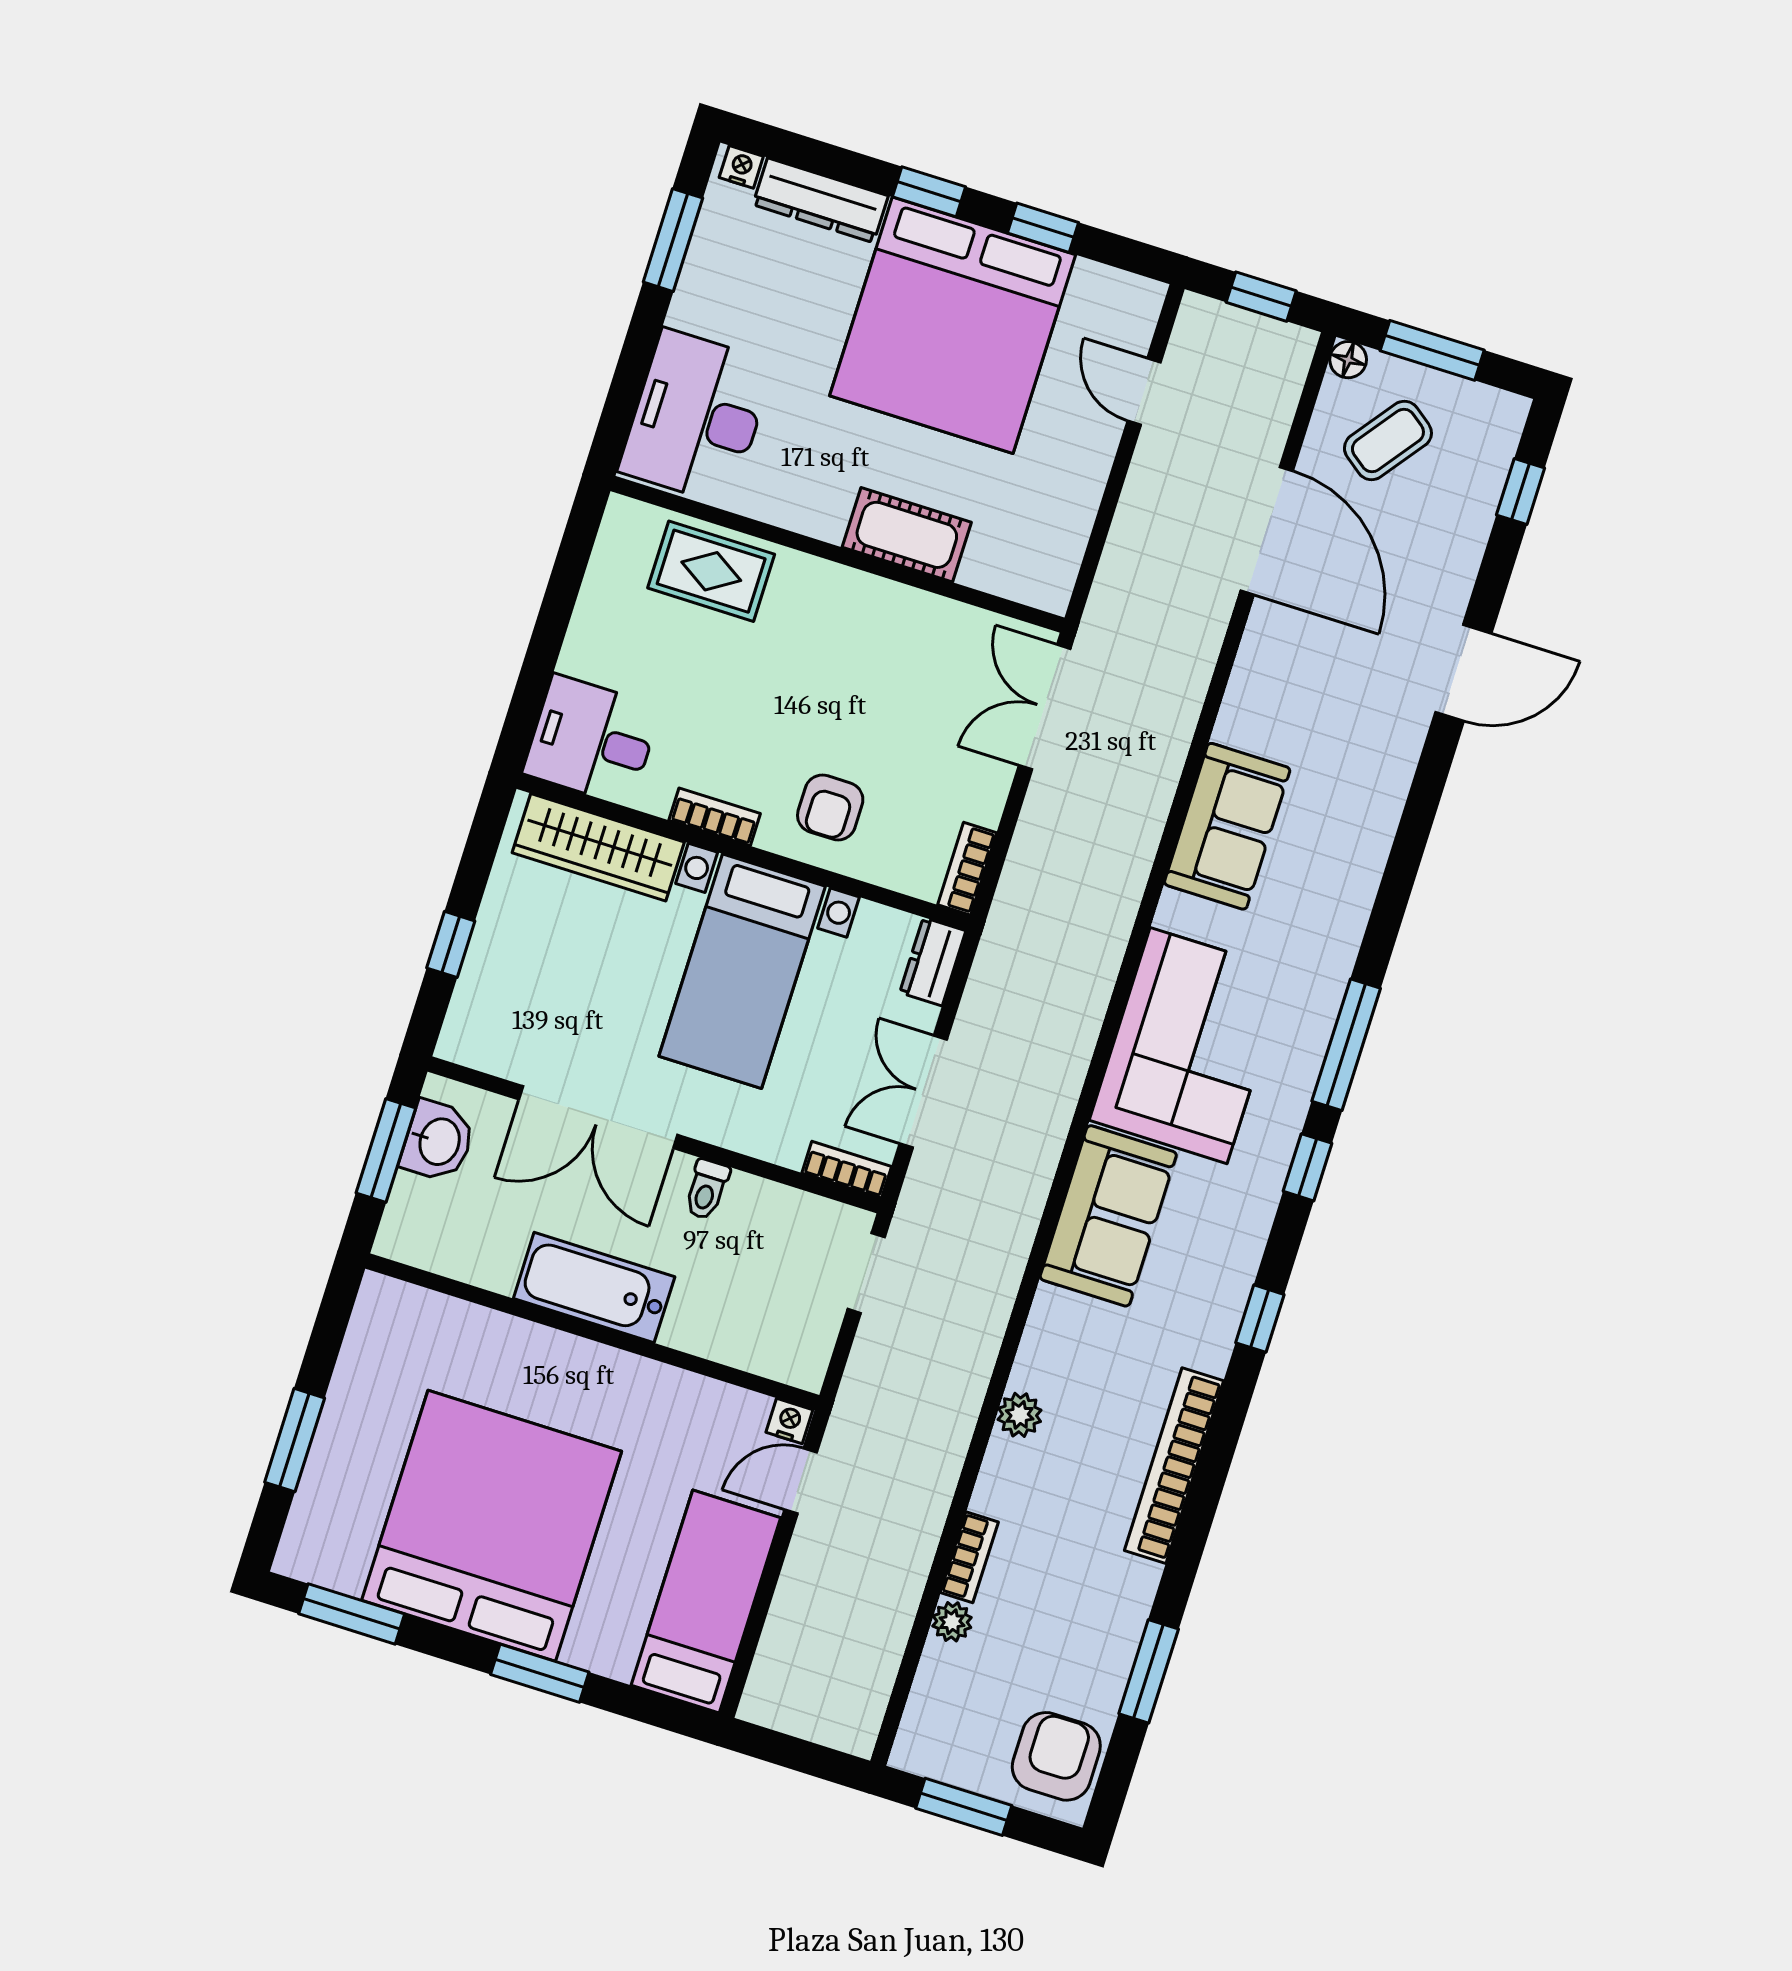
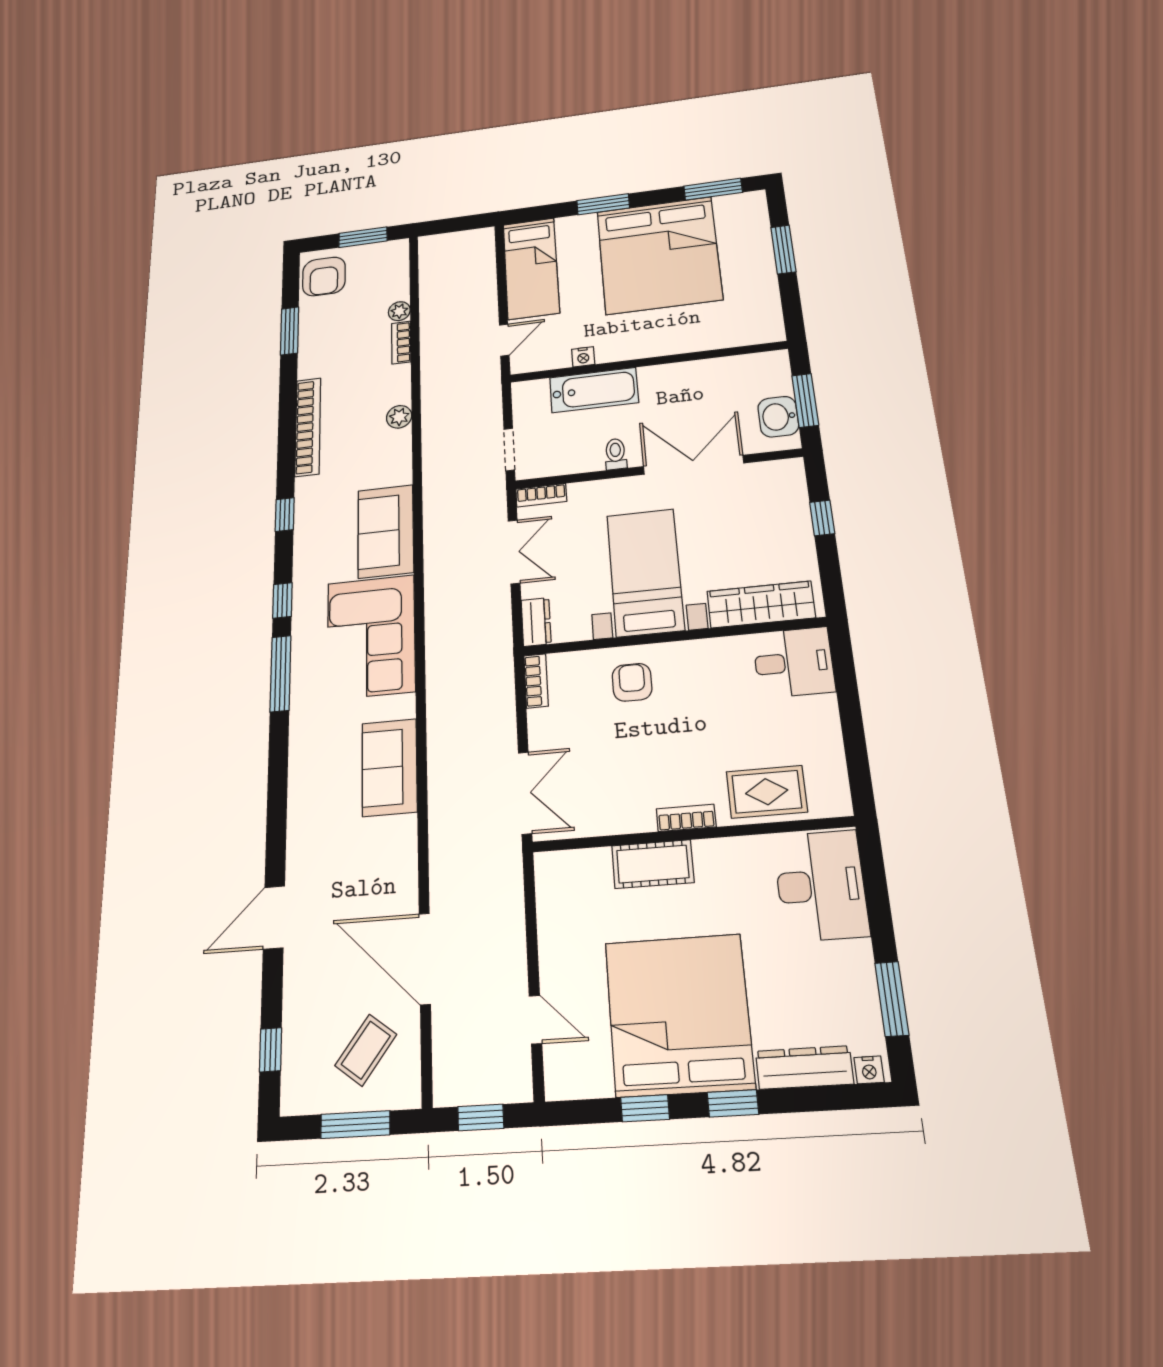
floor lamp: (1348, 360) -> (409, 1096), removed
bookcase: (715, 817) -> (686, 818), moved, turned 180
bathtub: (594, 1288) -> (594, 390), moved
nightstand: (789, 1421) -> (583, 357), moved

